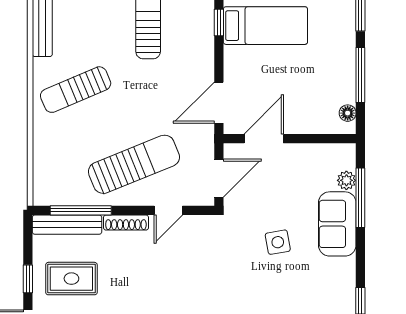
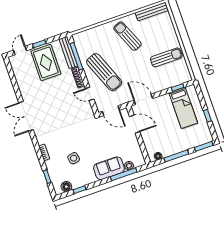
side table: (278, 242) -> (74, 158), moved
rug: (71, 279) -> (46, 62), width x1.36, depth x1.43

